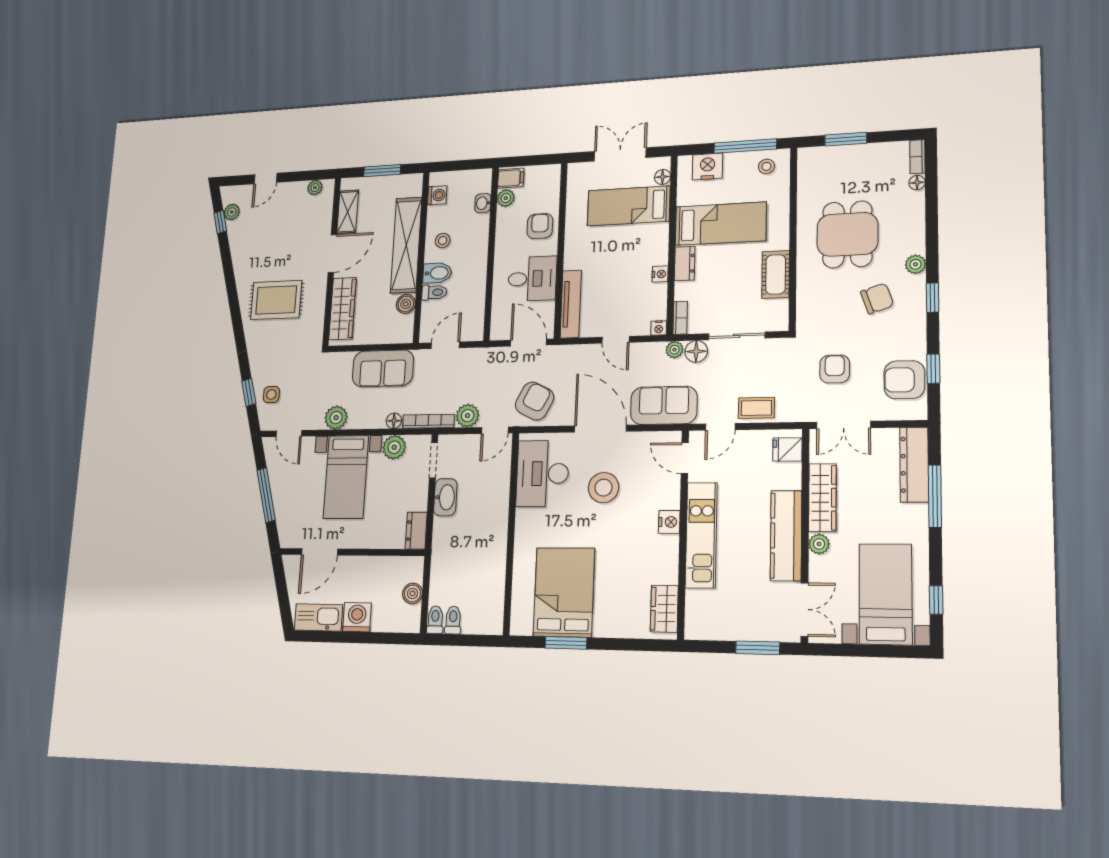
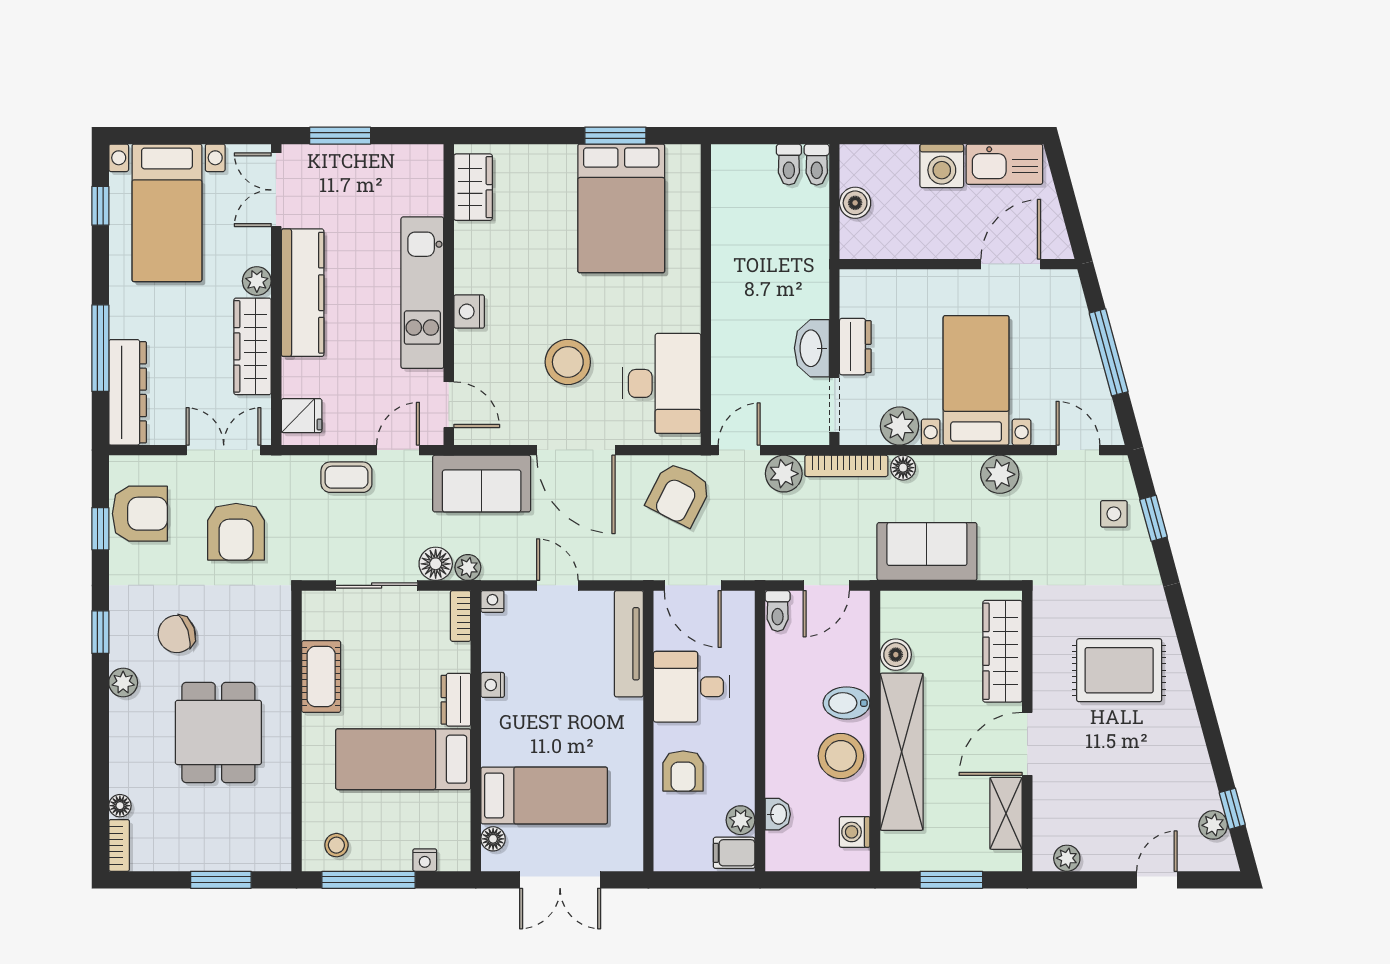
nightstand: (707, 166) -> (425, 860), width x0.53, depth x0.56
stool: (443, 241) -> (841, 756), width x1.89, depth x1.89
toilet: (434, 292) -> (778, 611), moved, turned -90
armchair: (835, 369) -> (236, 532), width x1.38, depth x1.38
dresser: (416, 531) -> (855, 347), moved

